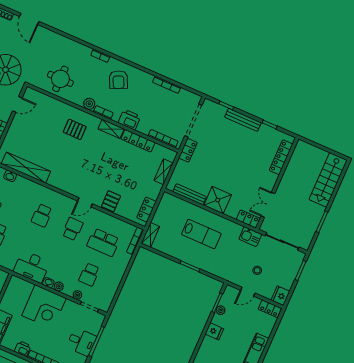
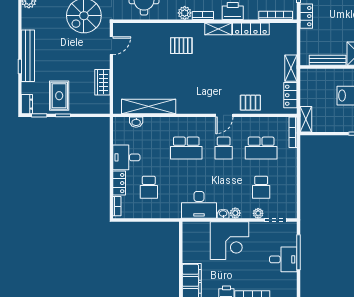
shelving: (163, 172) -> (291, 68), moved
pallet: (111, 201) -> (250, 103), turned 90
school desk: (42, 215) -> (186, 148), width x1.85
school desk: (73, 229) -> (224, 148), turned 180

